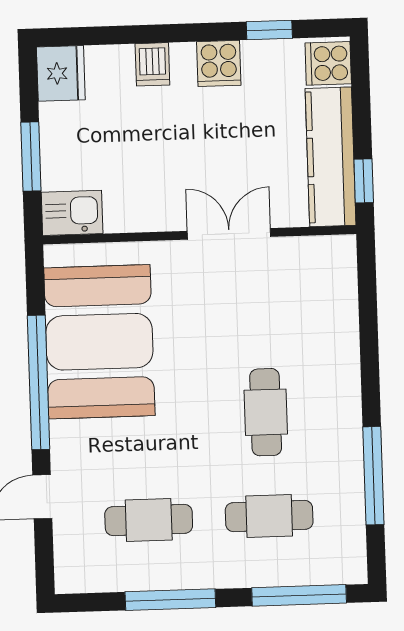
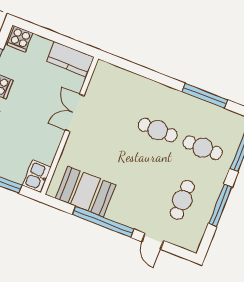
kitchen counter: (331, 157) -> (70, 59), width x0.67
window: (364, 181) -> (77, 45), removed
booth: (99, 342) -> (86, 192), width x0.73, depth x0.70
cafe table: (269, 516) -> (203, 148), turned 90

